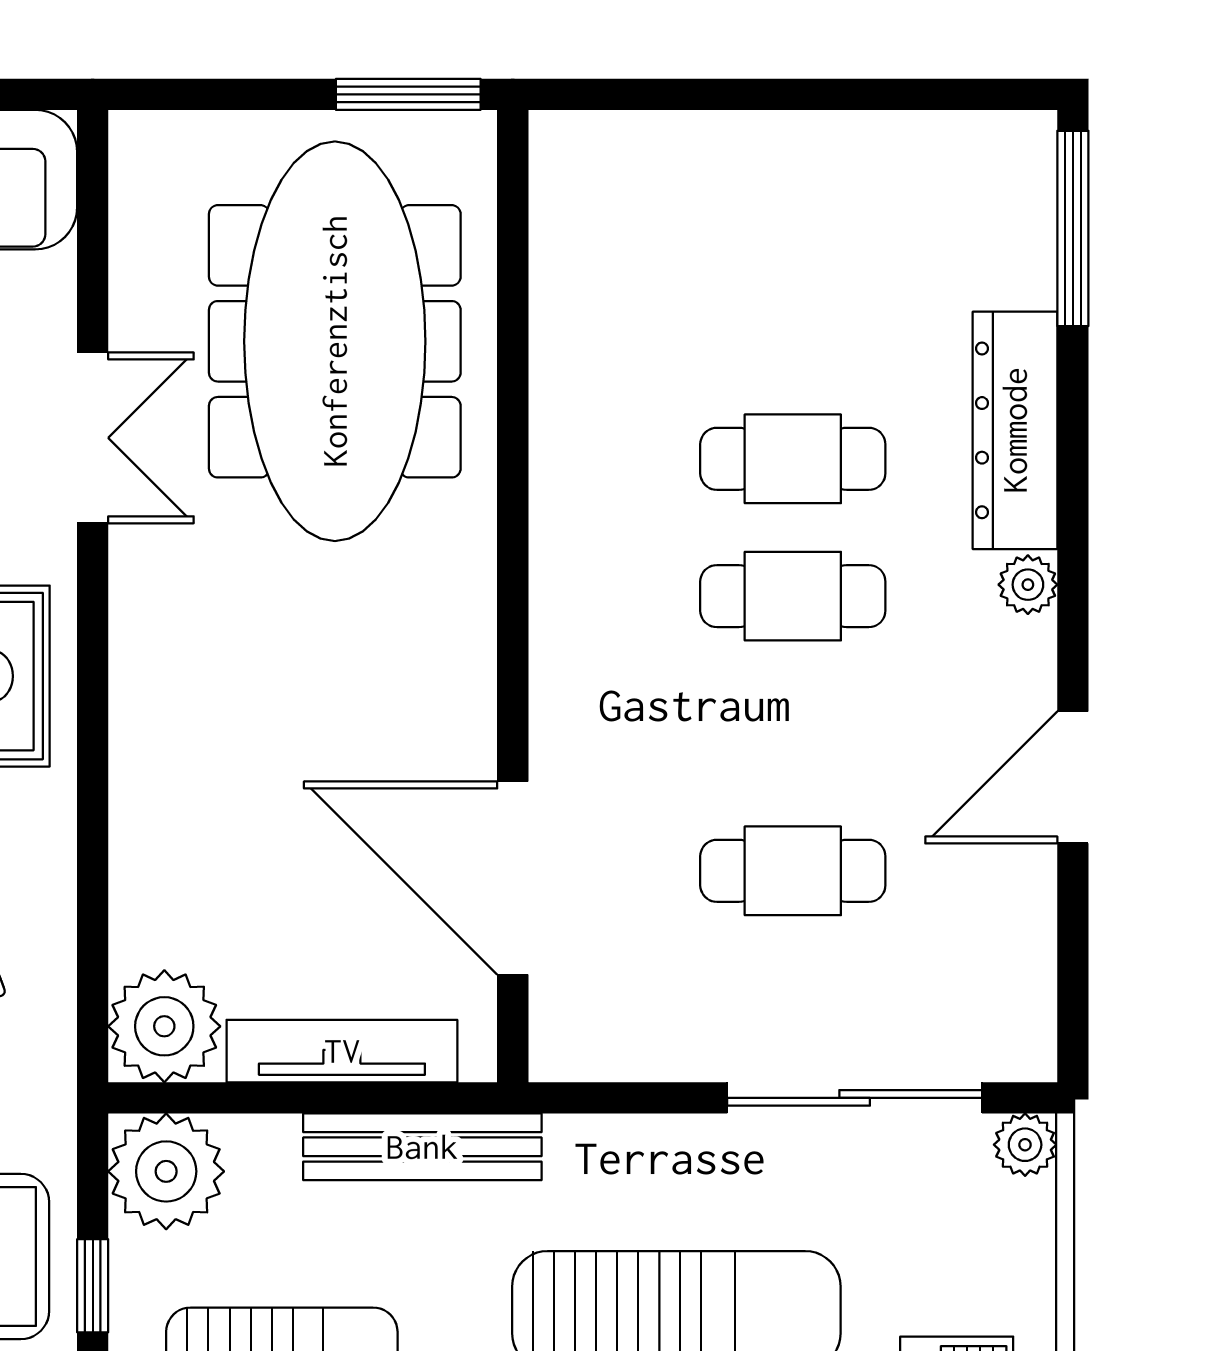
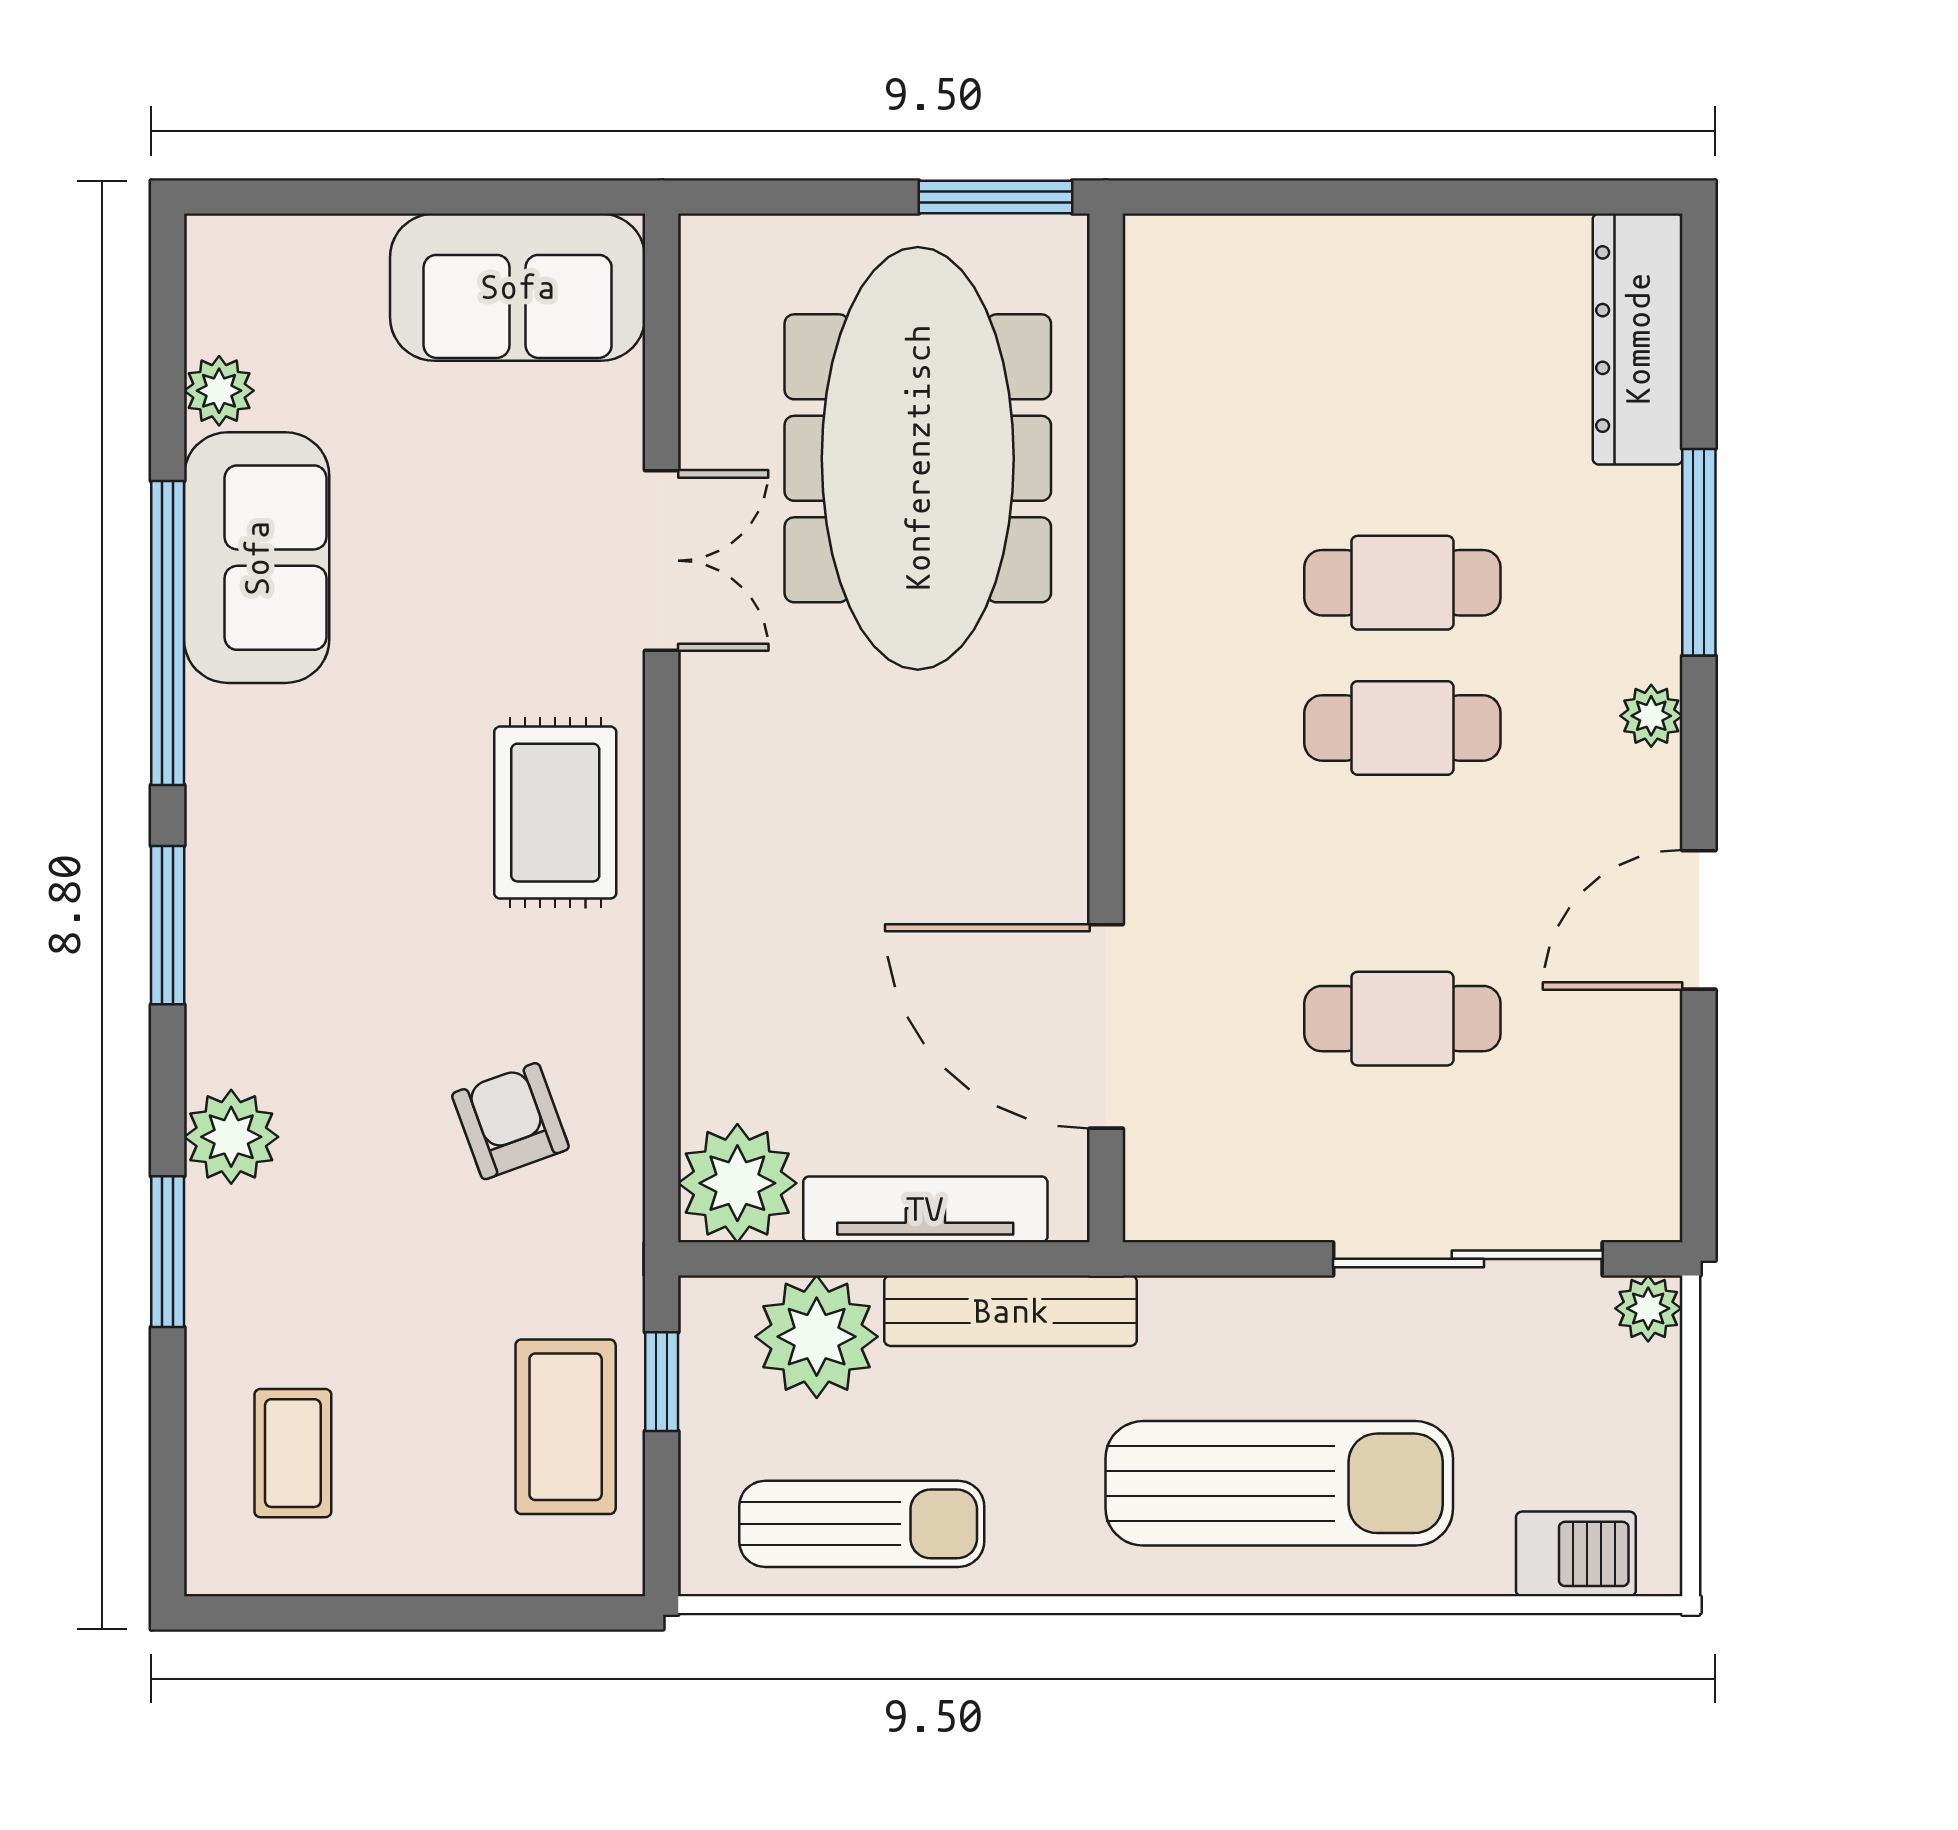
window: (1073, 228) -> (1699, 552), moved
dresser: (1015, 430) -> (1638, 339), moved
plant: (166, 1171) -> (817, 1337), moved
window: (93, 1286) -> (662, 1382), moved

